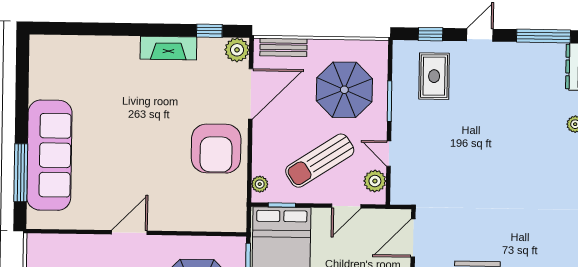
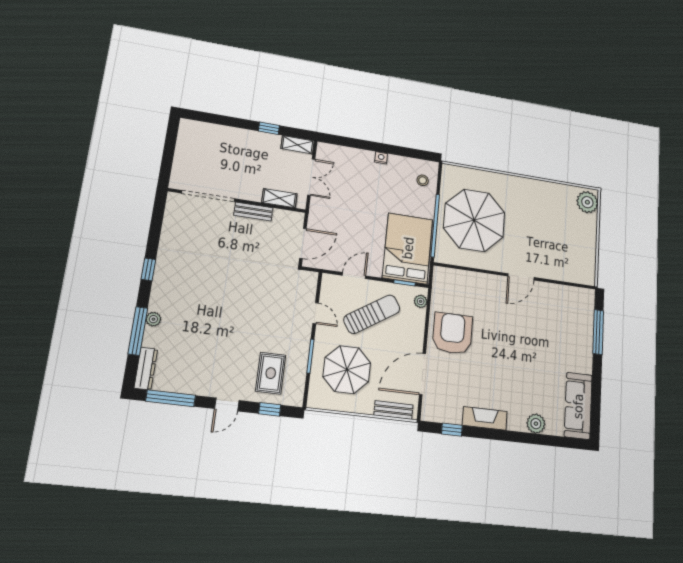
plant: (237, 50) -> (536, 424), moved
sofa: (49, 155) -> (578, 406), moved, width x0.74, depth x0.79
plant: (375, 181) -> (329, 292), removed

